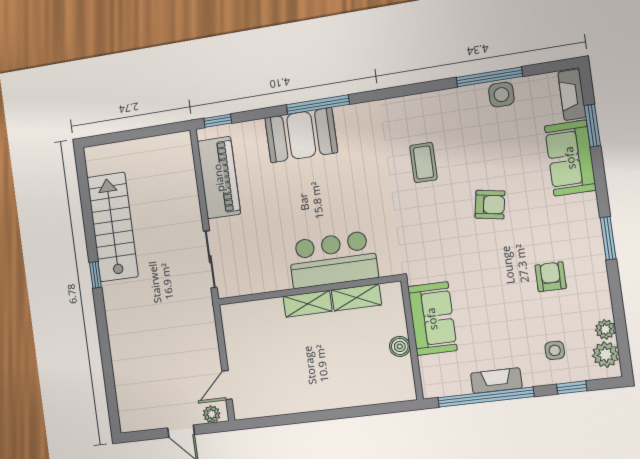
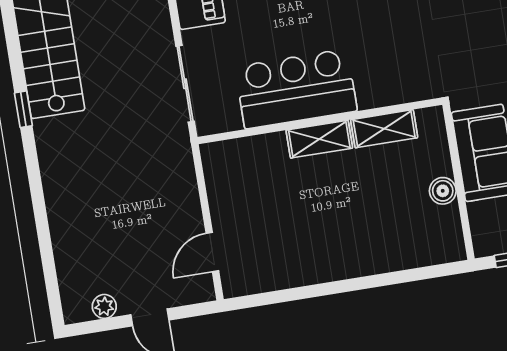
bar counter: (333, 260) -> (296, 89), moved
plant: (212, 414) -> (104, 306), moved

